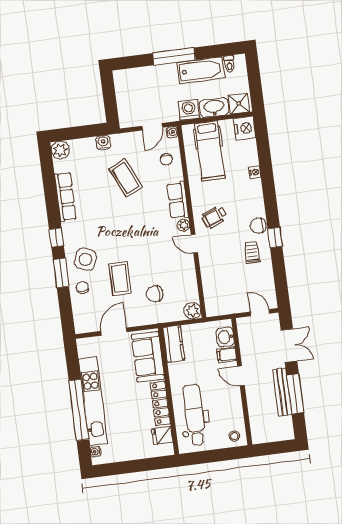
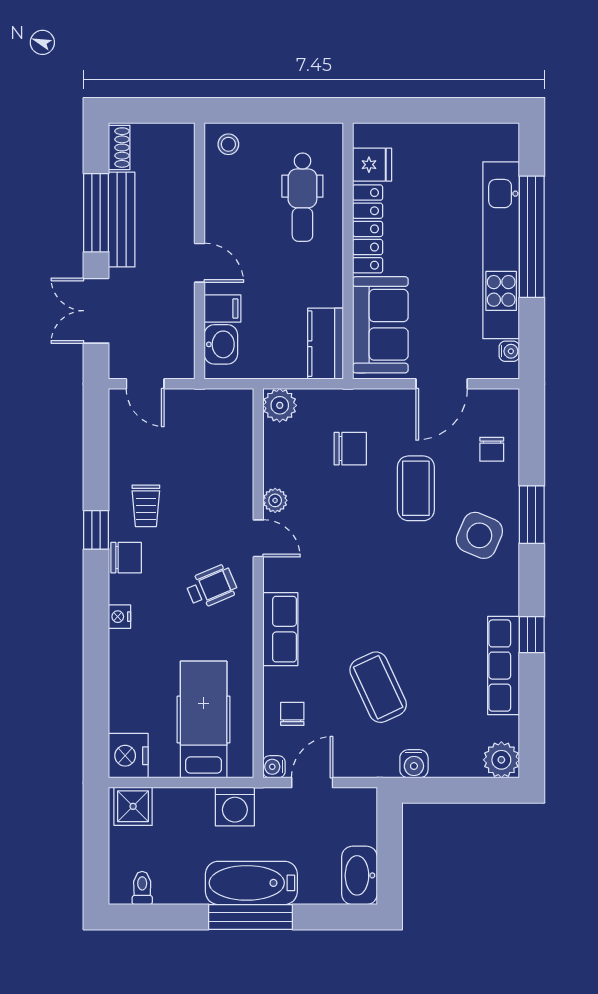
bathtub: (201, 70) -> (251, 883), moved
washbasin: (214, 107) -> (359, 875), moved, turned 90
nightstand: (255, 172) -> (120, 617), moved
plant: (184, 225) -> (275, 500), moved
window: (56, 237) -> (532, 635), moved
chair: (82, 287) -> (492, 449), moved
dental chair: (194, 415) -> (302, 197), width x0.73, depth x0.72
shoe rack: (288, 428) -> (119, 148), added
water cooler: (96, 452) -> (509, 351), moved

